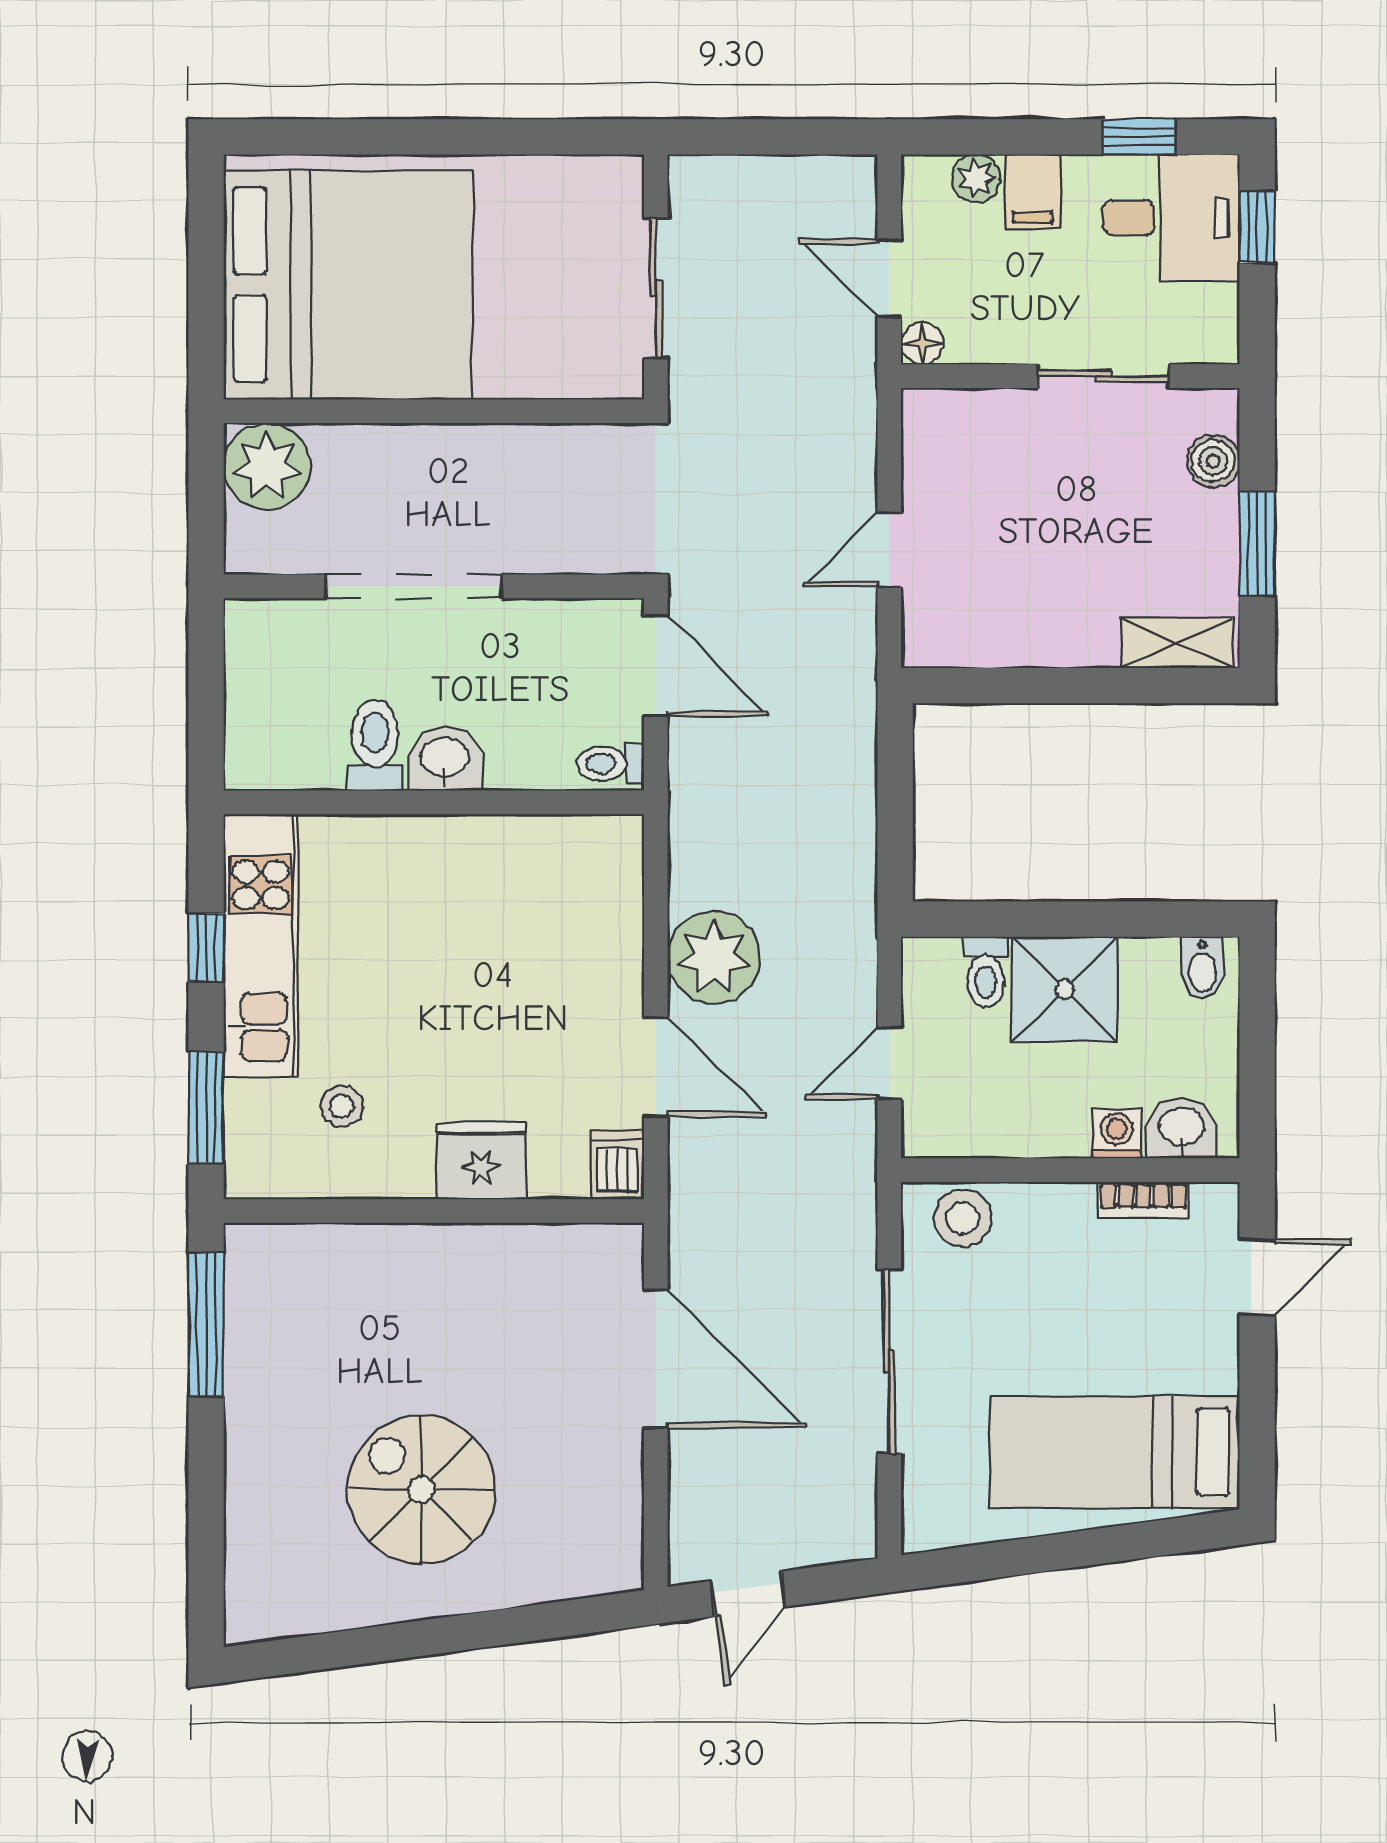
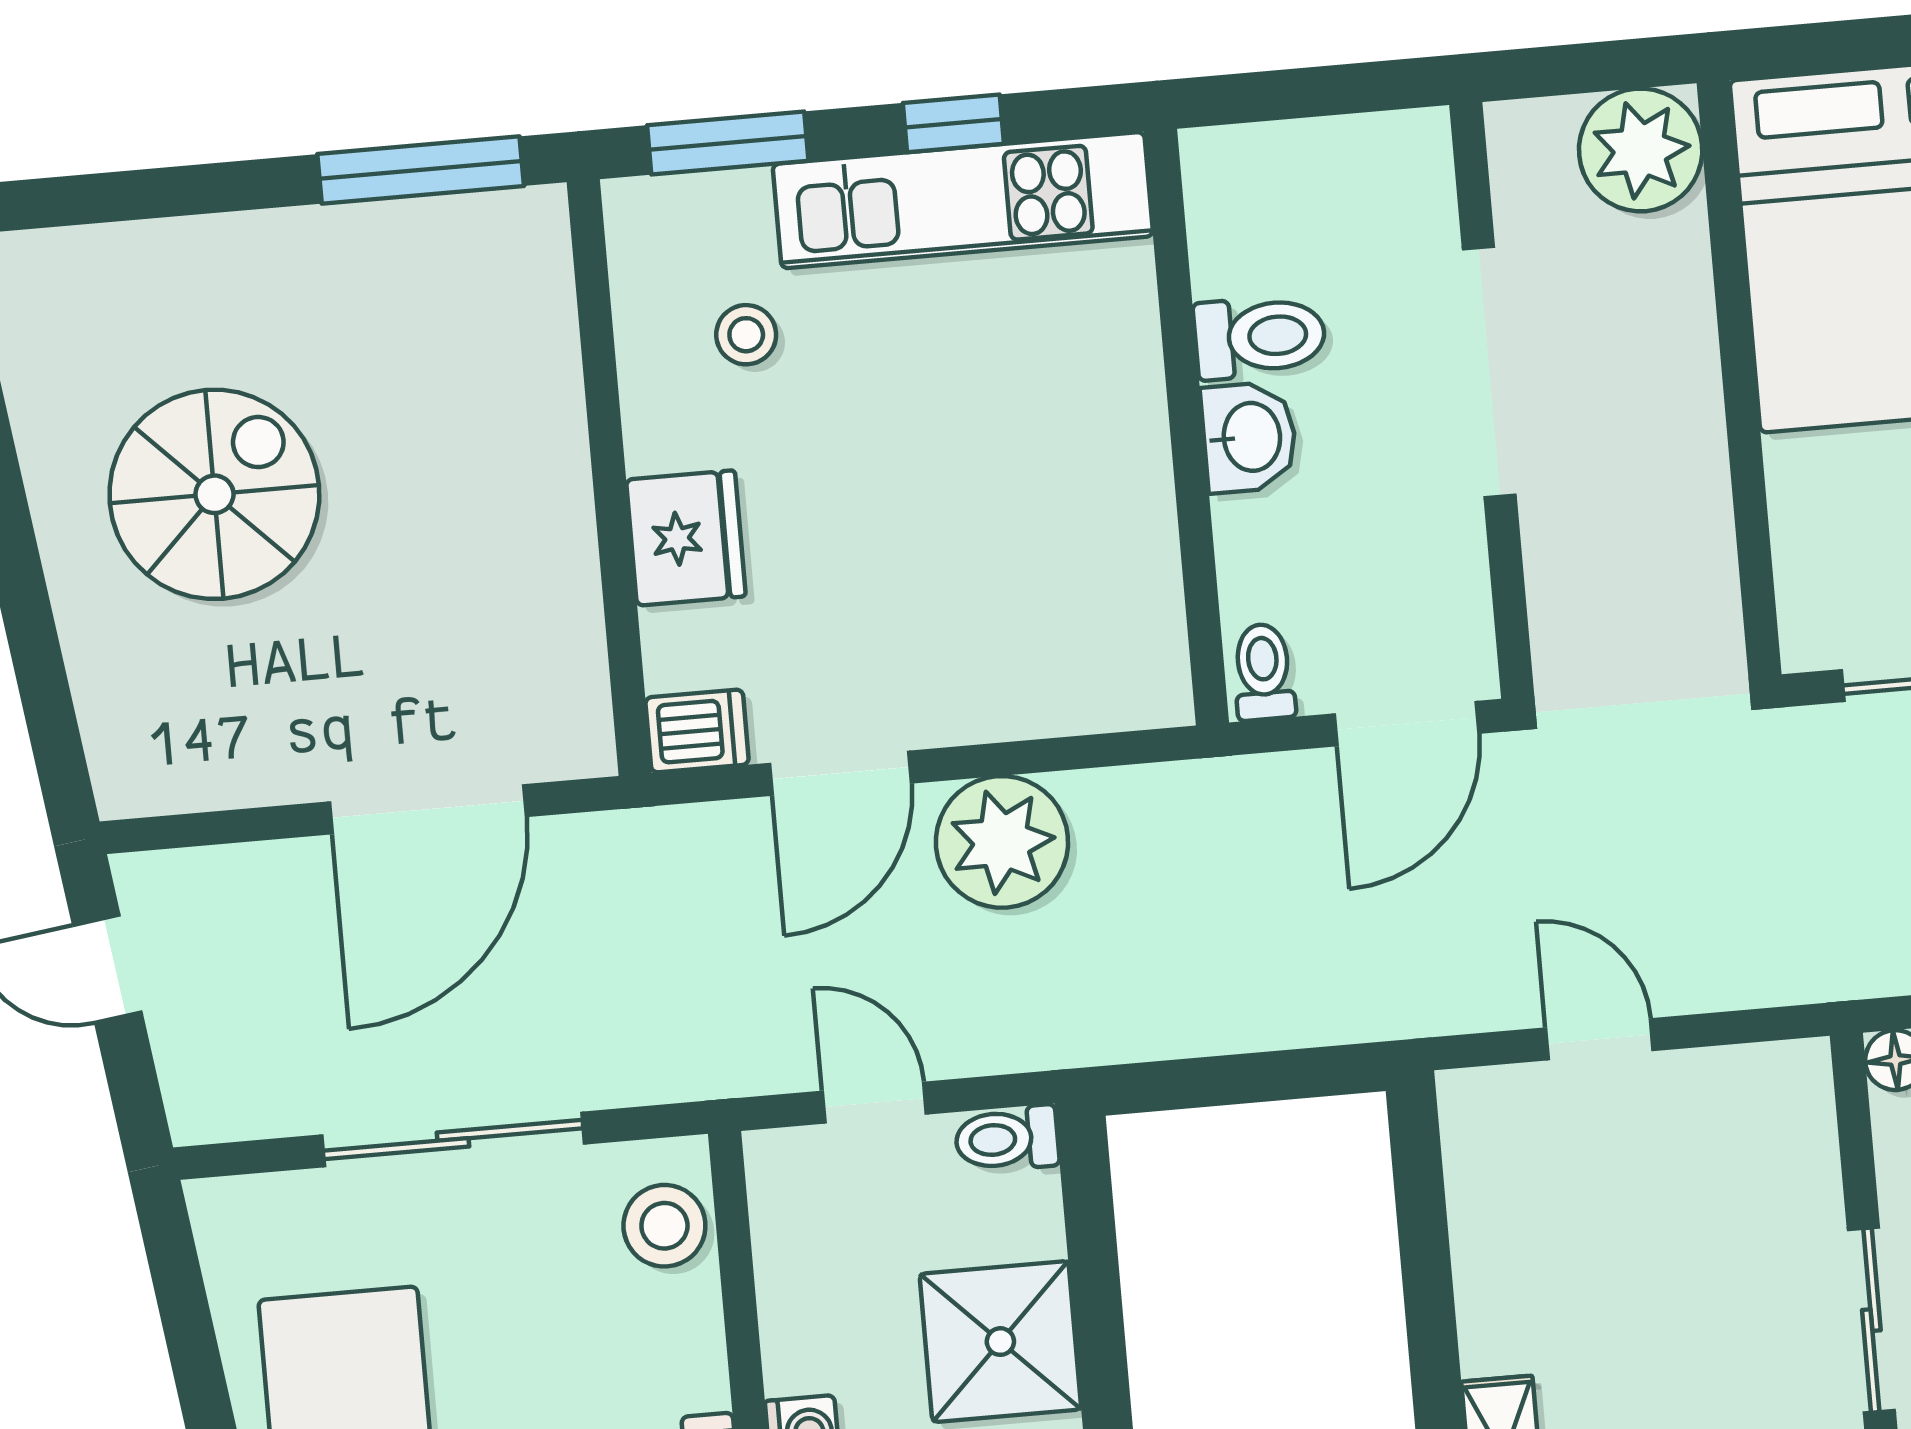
toilet: (986, 972) -> (1007, 1139), moved

